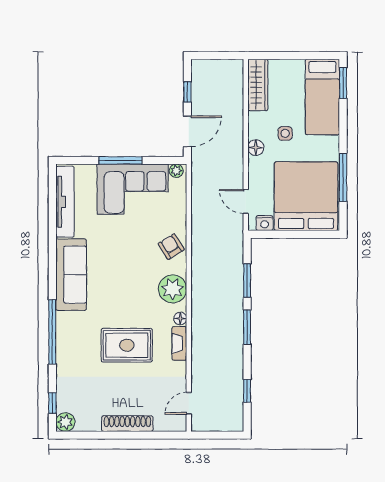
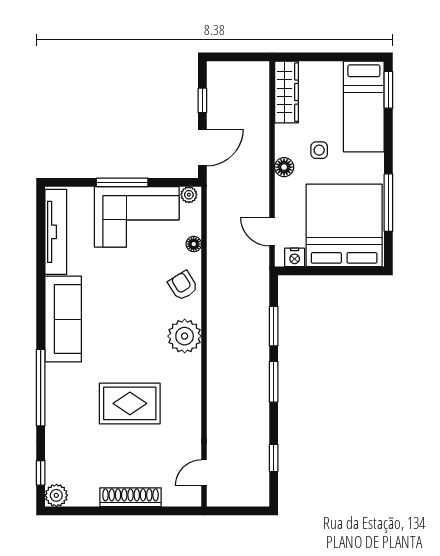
floor lamp: (180, 319) -> (194, 244), moved
fireplace: (179, 343) -> (193, 401), removed

